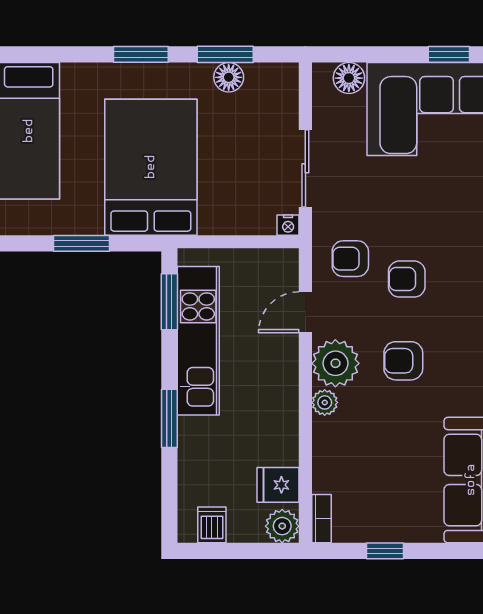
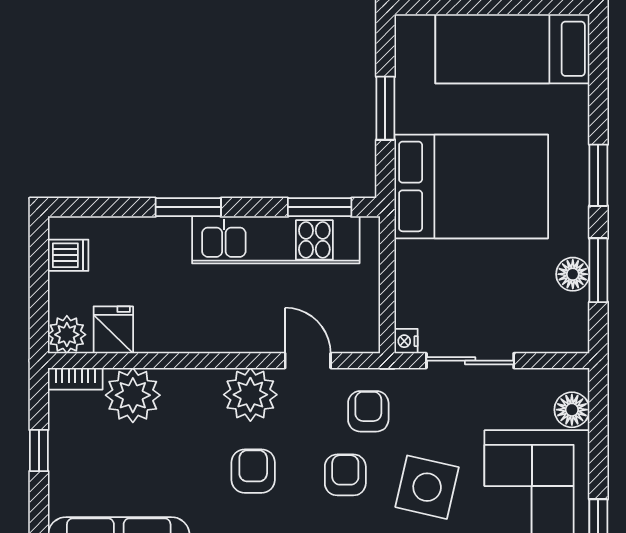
side table: (418, 207) -> (427, 487), added
plant: (325, 402) -> (133, 395), moved, width x1.87, depth x1.87

